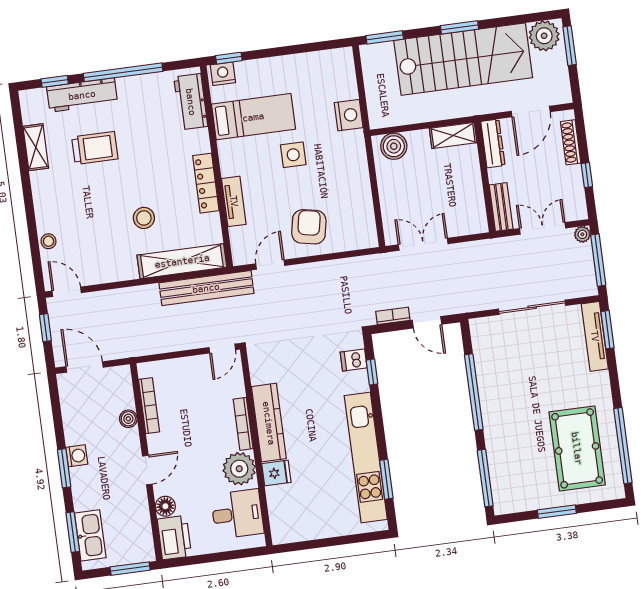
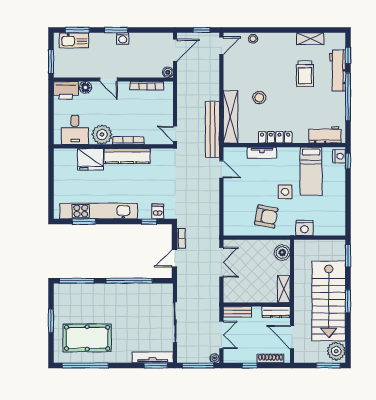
armchair: (309, 227) -> (266, 216), moved
boiler: (128, 419) -> (168, 72), moved
fridge: (276, 473) -> (90, 159), width x1.88, depth x1.34

